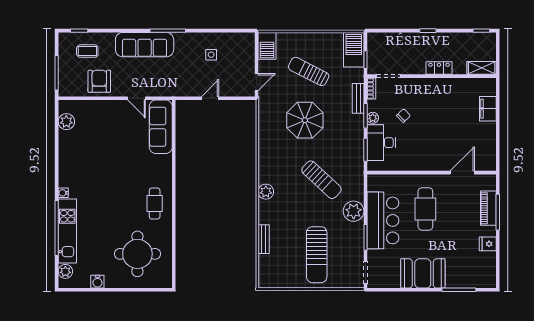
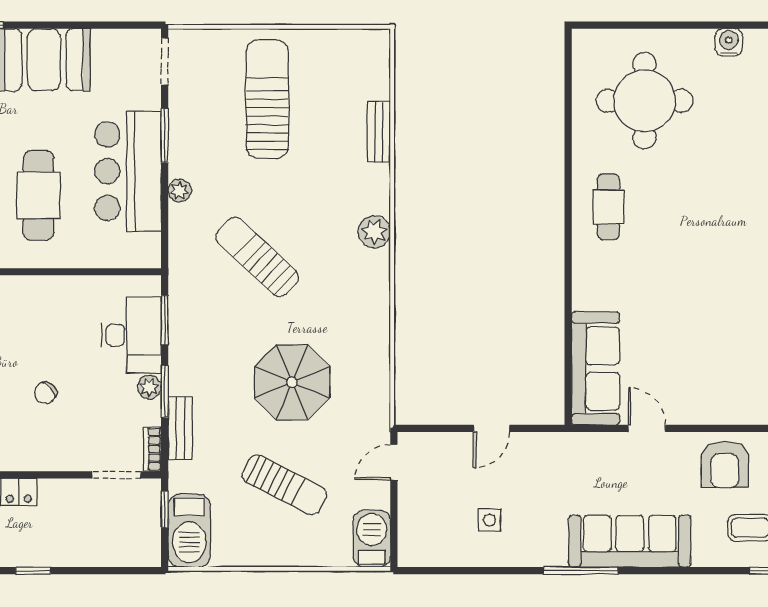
chair: (404, 116) -> (45, 393), moved
plant: (354, 211) -> (180, 191), width x0.53, depth x0.53

